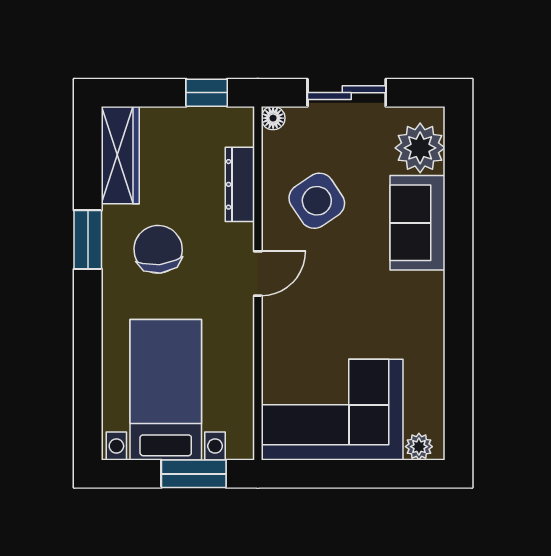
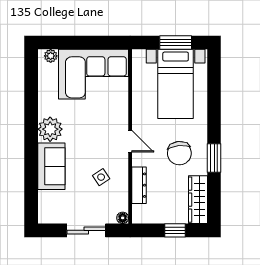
window: (207, 93) -> (175, 230), moved
plant: (420, 148) -> (50, 129), moved
side table: (317, 201) -> (101, 177), width x0.54, depth x0.54
door: (258, 273) -> (130, 141), swing flipped
window: (194, 474) -> (176, 43), moved

